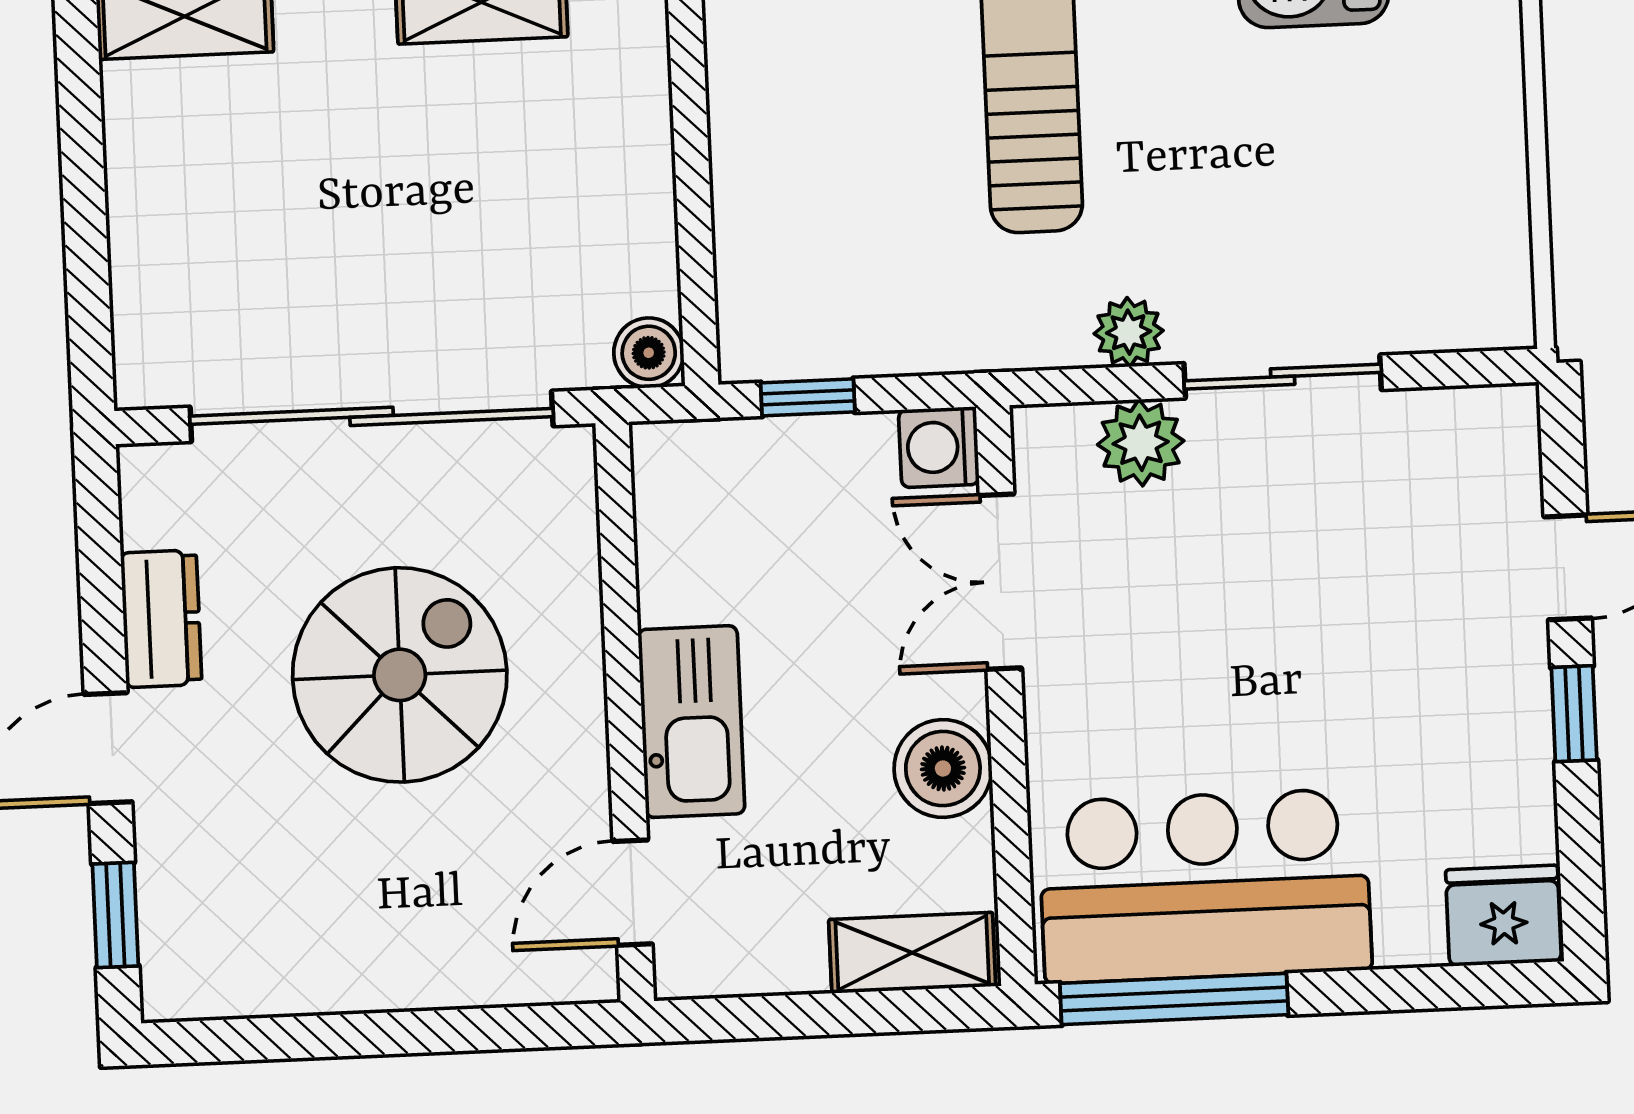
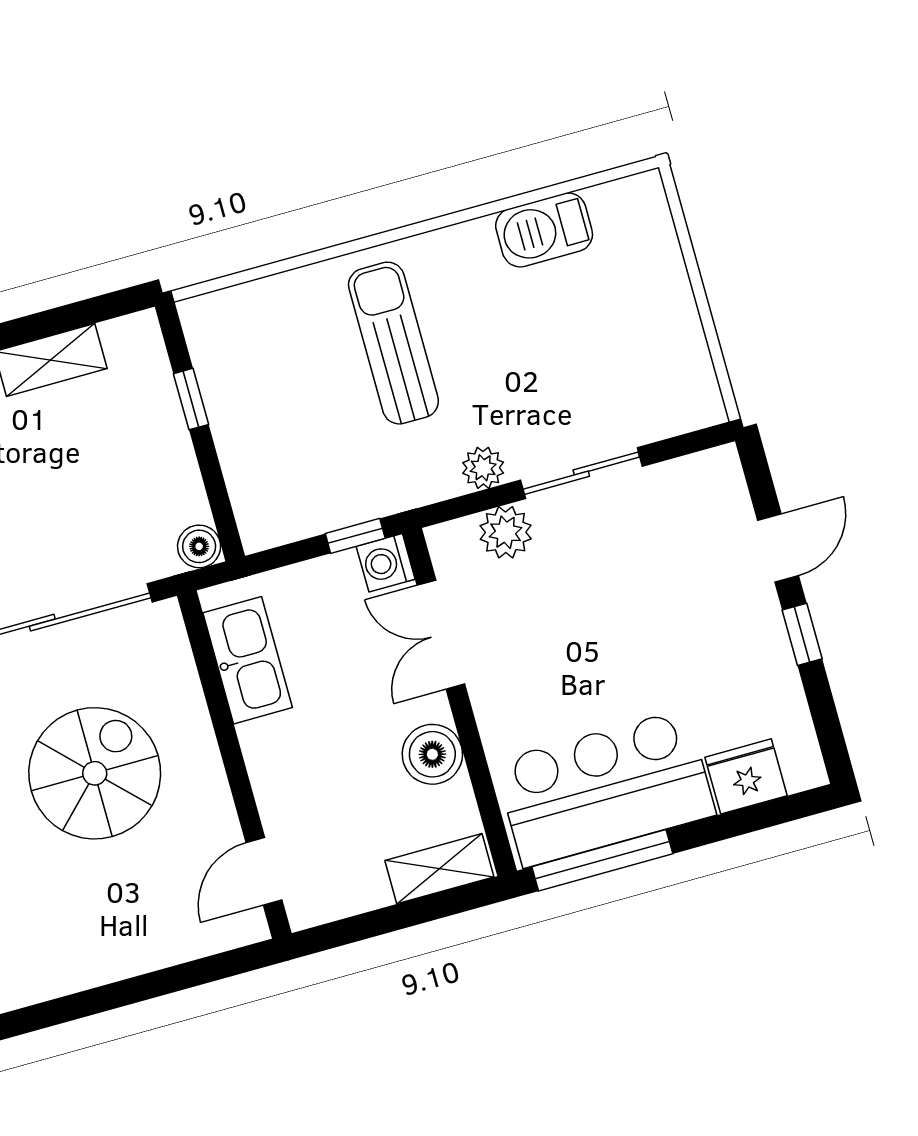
window: (690, 116) -> (191, 399), added
window: (808, 397) -> (355, 536), moved
kitchen sink: (691, 722) -> (248, 660), moved
fridge: (1503, 916) -> (746, 776), moved

